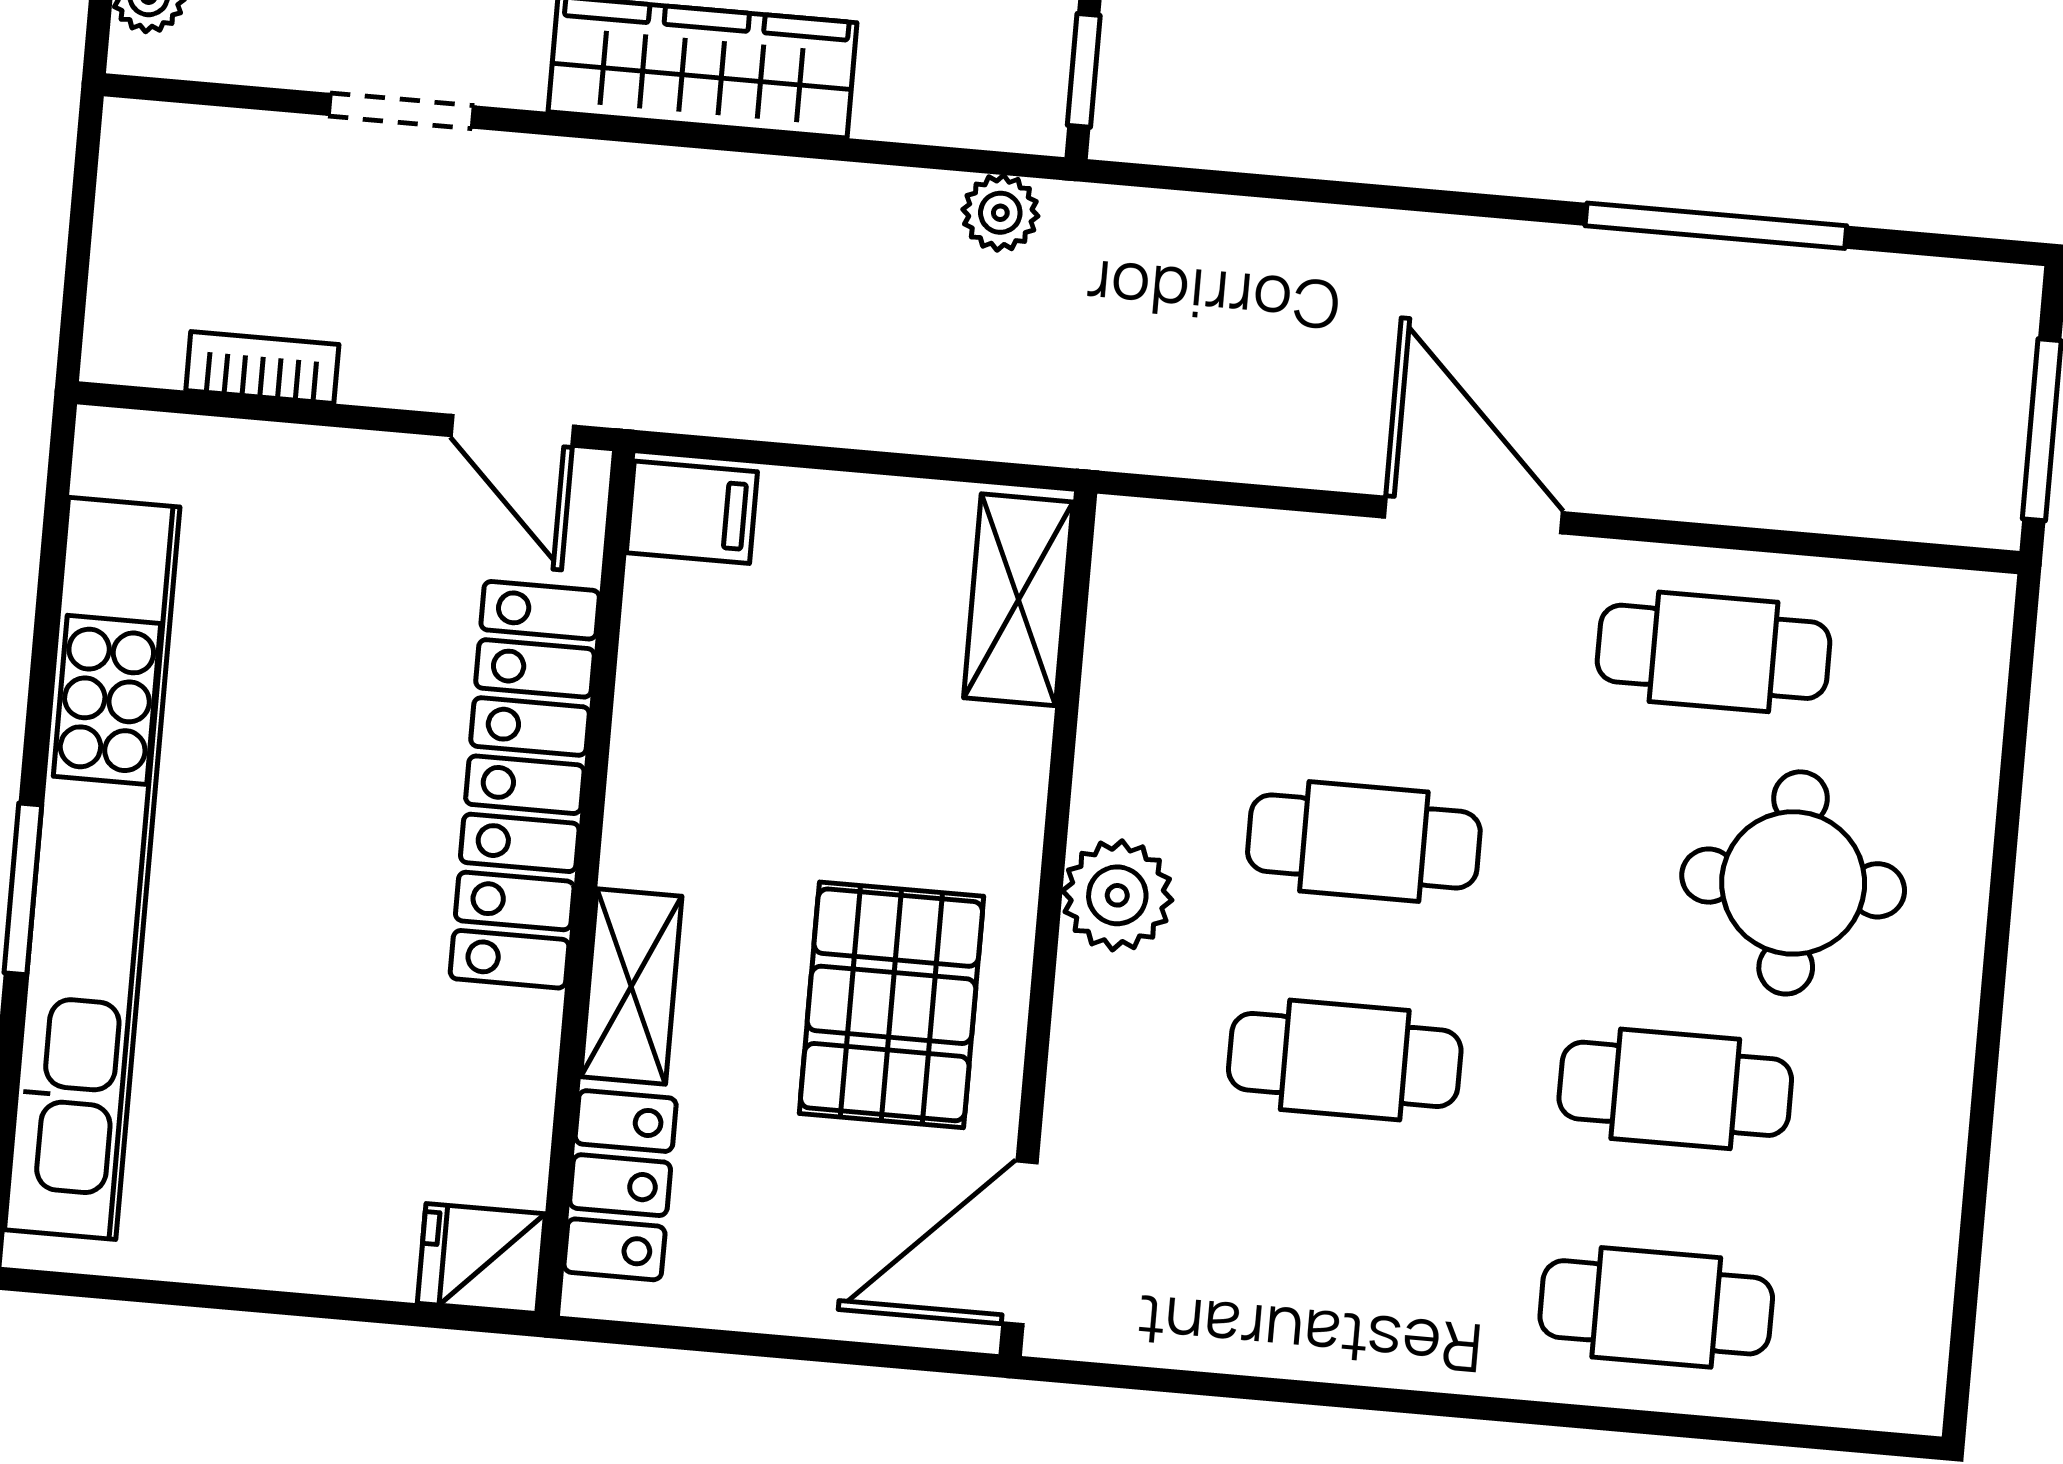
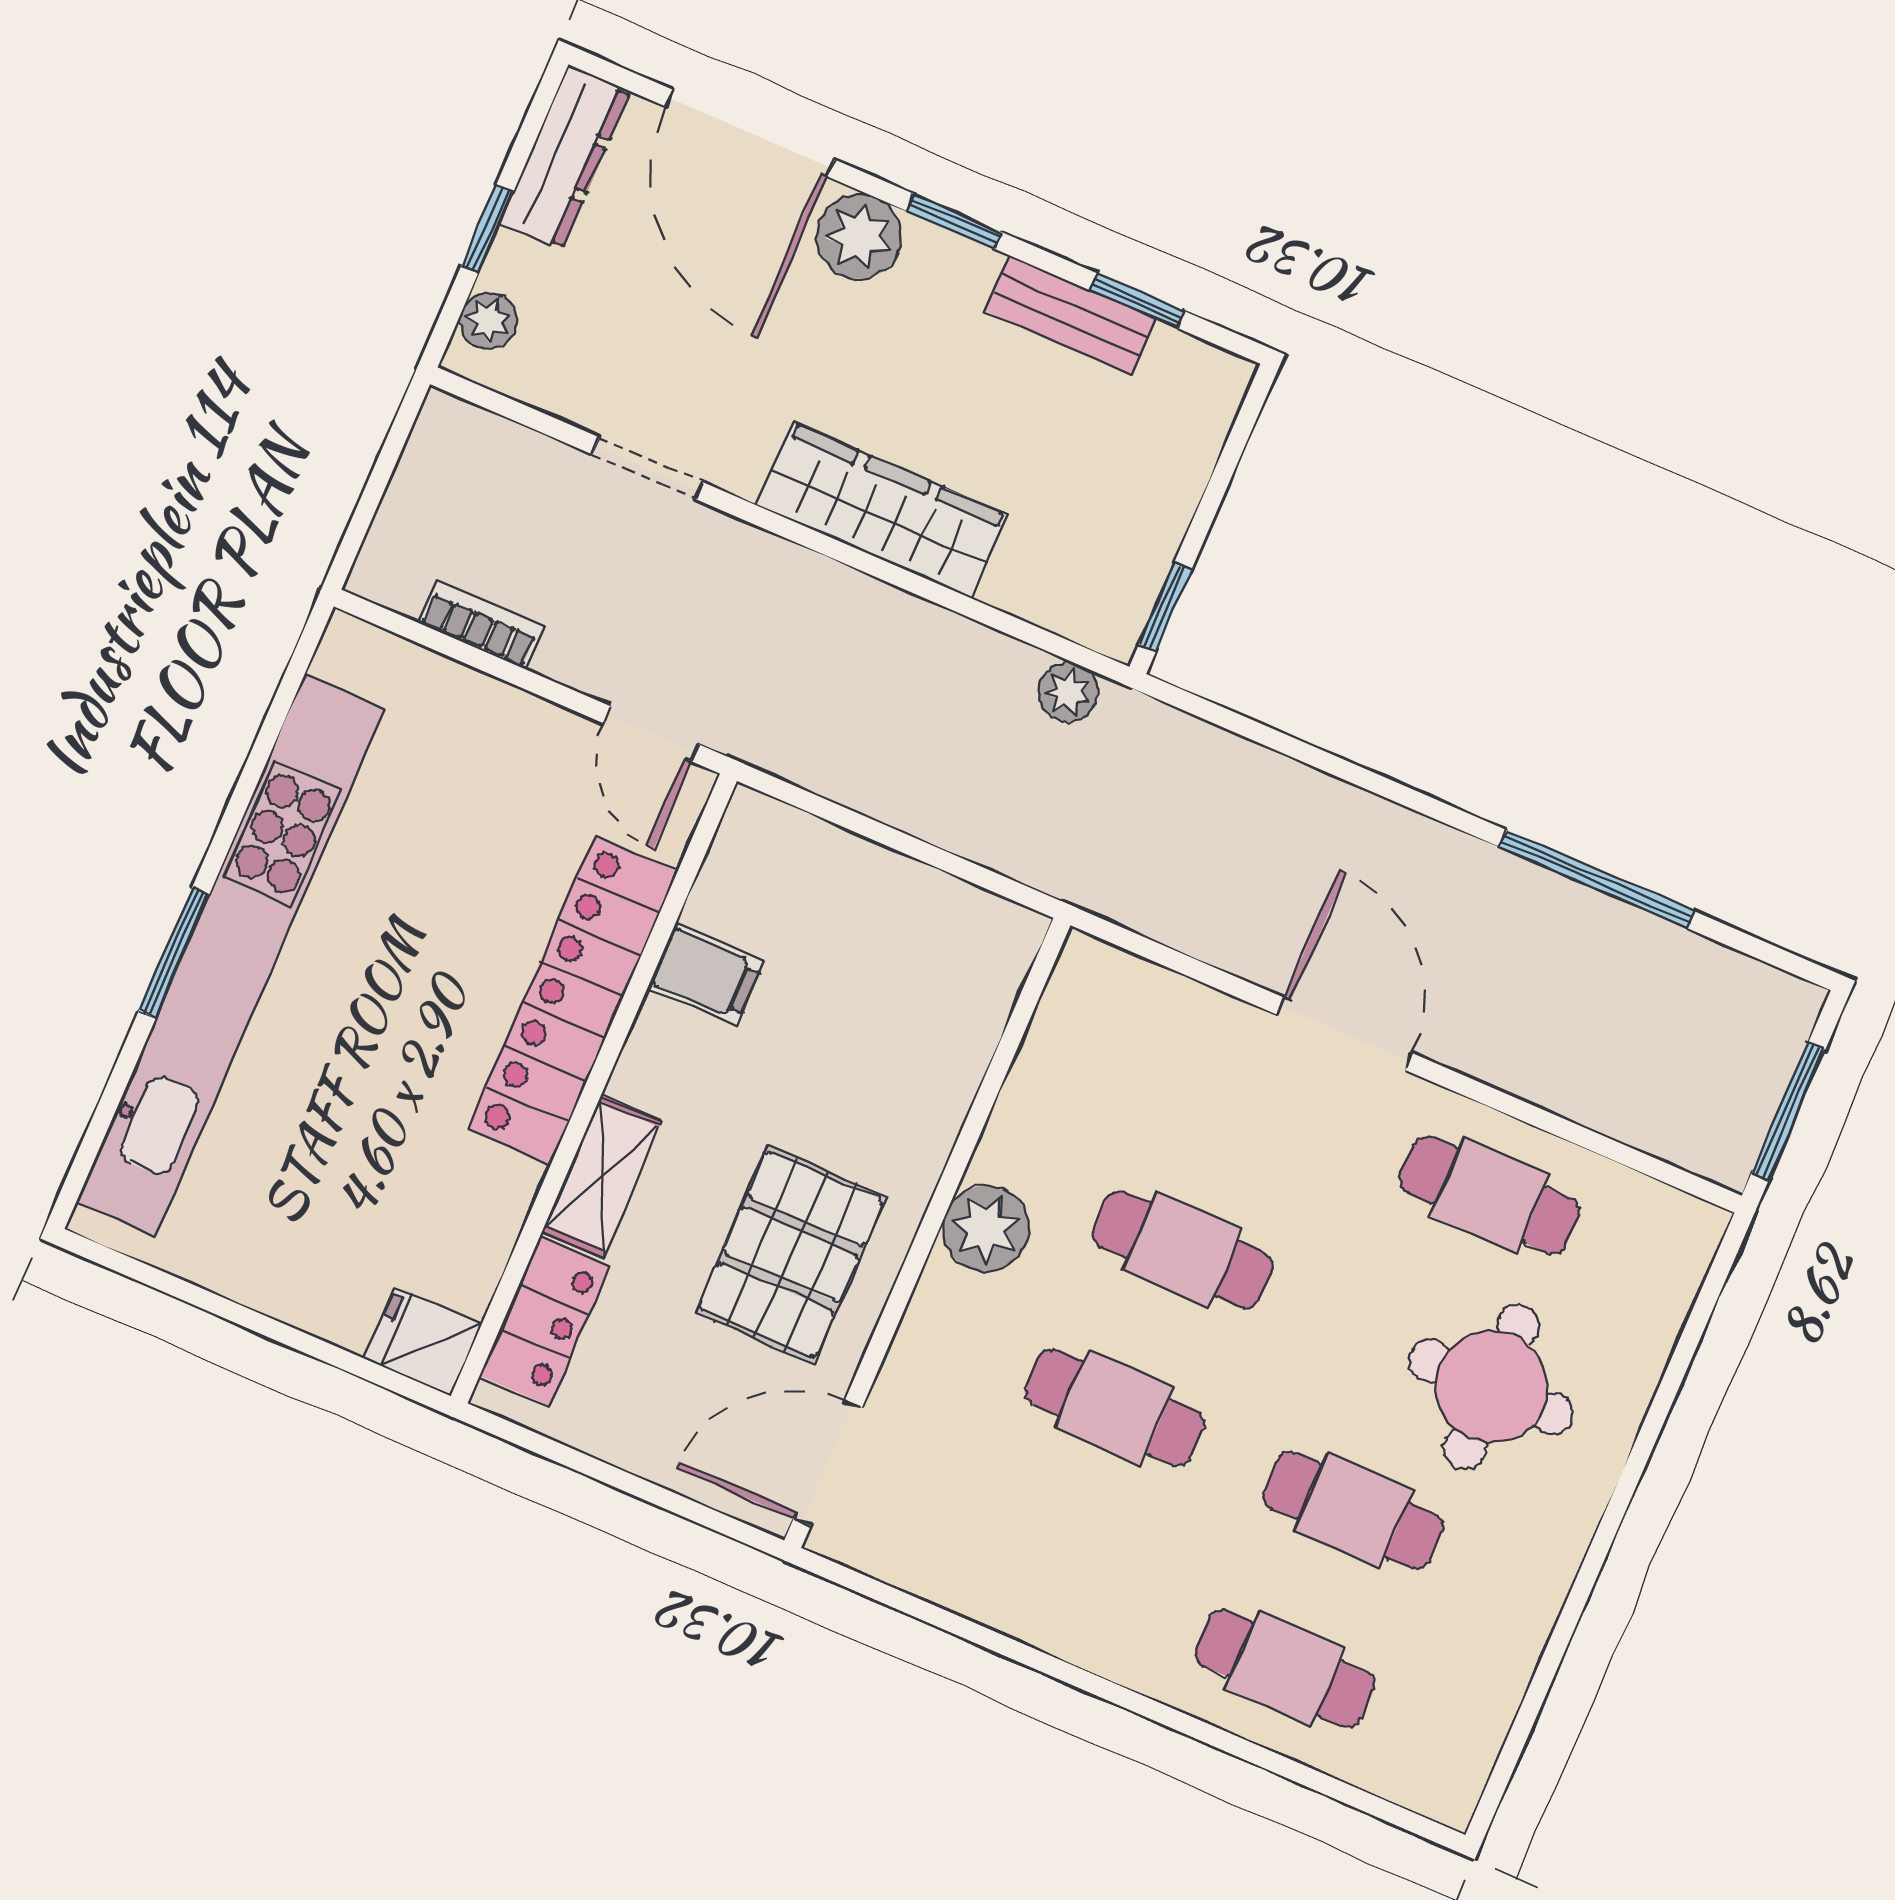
filing cabinet: (692, 512) -> (706, 974), moved
shelving: (1018, 600) -> (986, 985), removed

